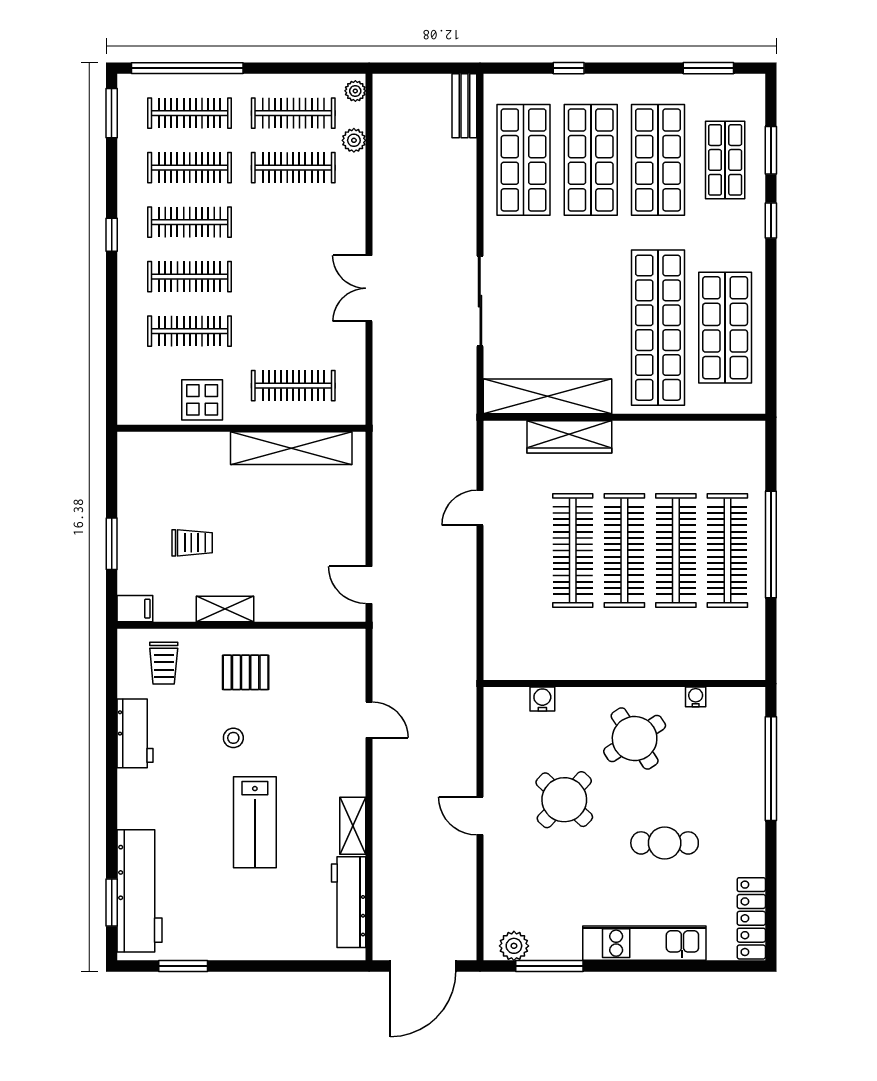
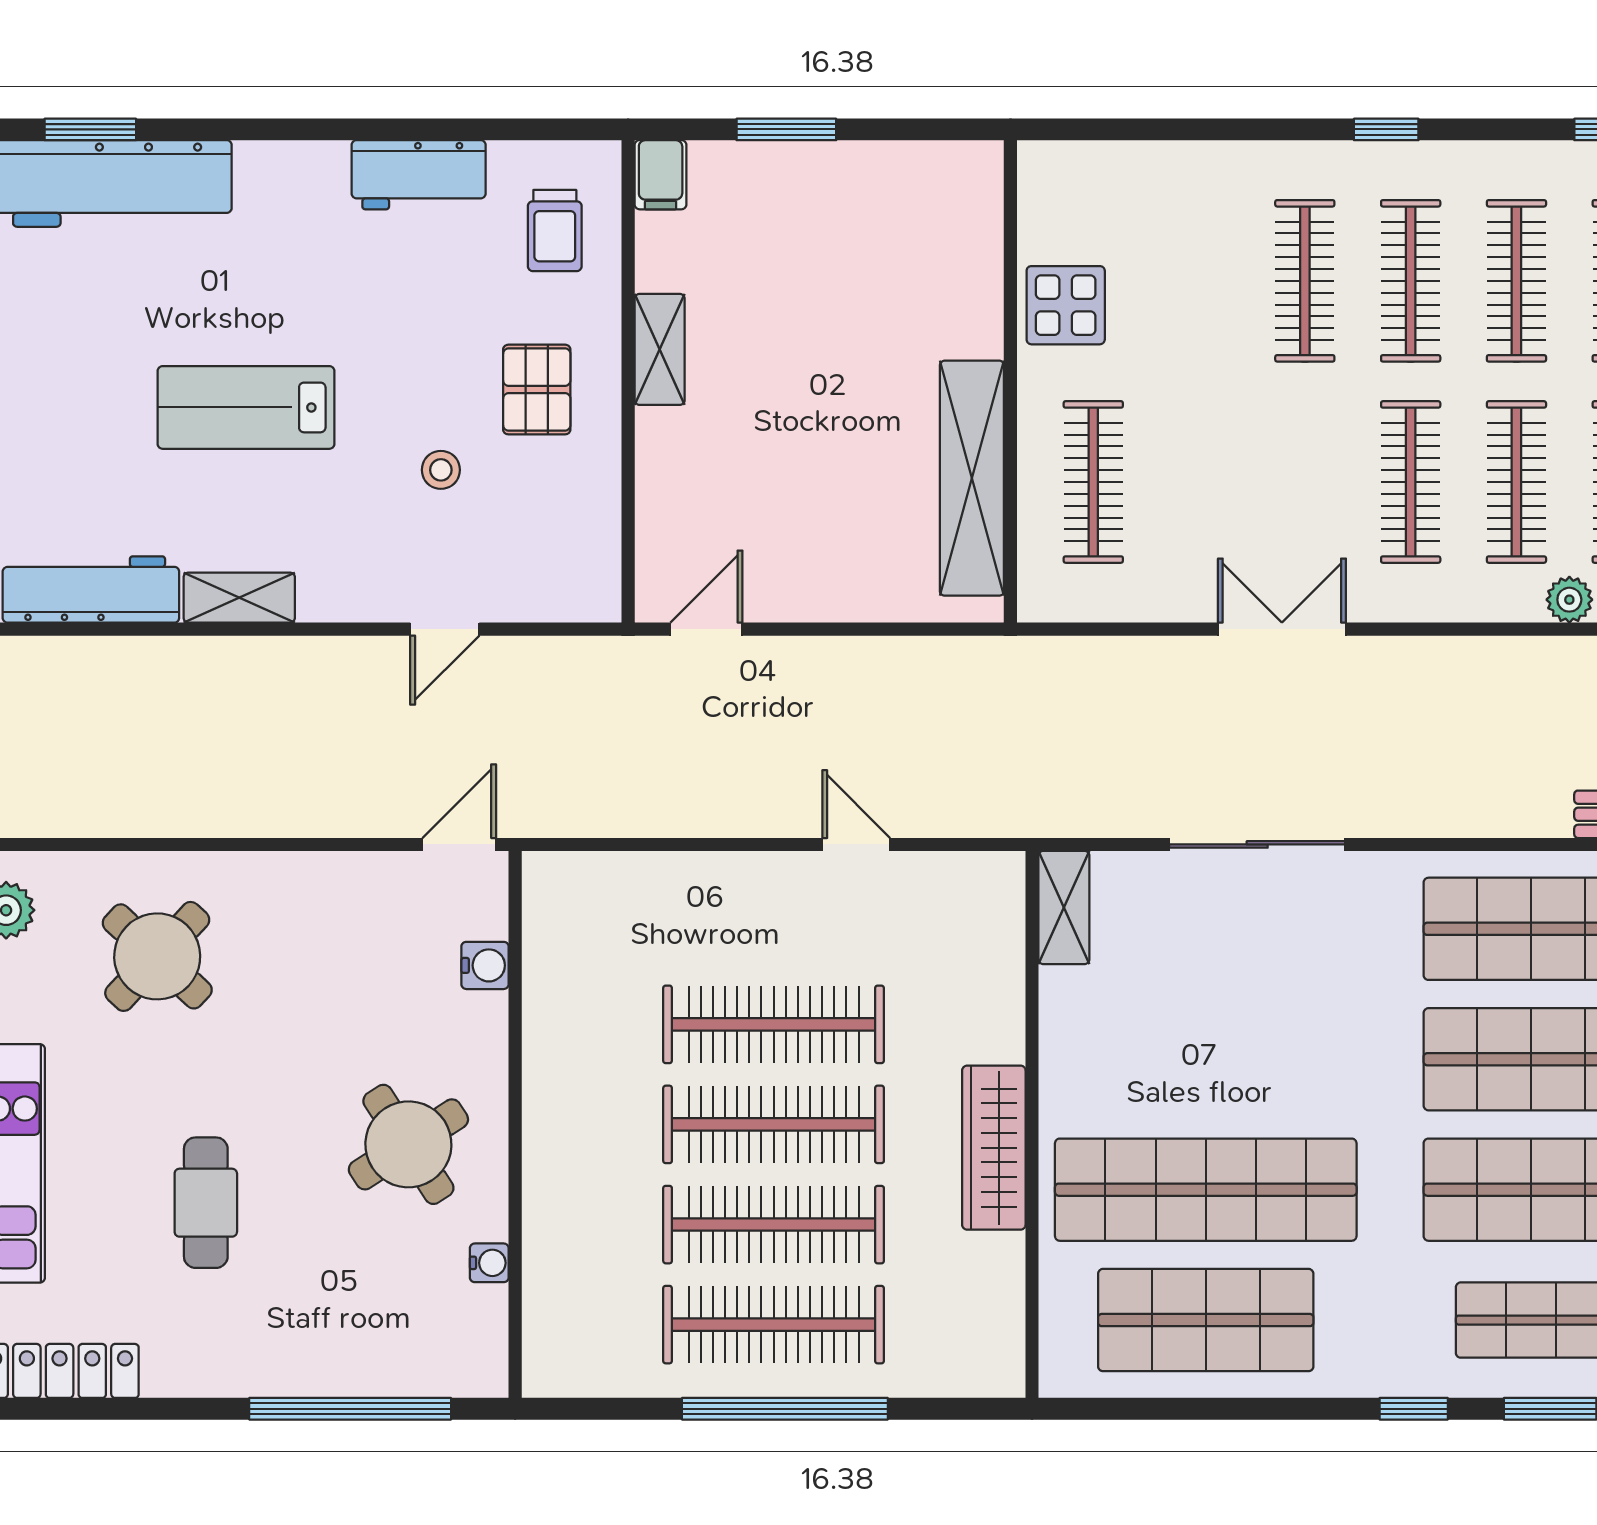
clothes rail: (190, 331) -> (1411, 482), moved
shelving: (548, 396) -> (1064, 907), width x0.45, depth x0.75
wardrobe: (569, 437) -> (994, 1148), moved
trolley: (192, 543) -> (788, 286), removed
trolley: (164, 663) -> (555, 231), turned -90
stool: (233, 738) -> (441, 470), moved
round table: (564, 800) -> (157, 956), moved
door: (480, 816) -> (459, 844), moved

